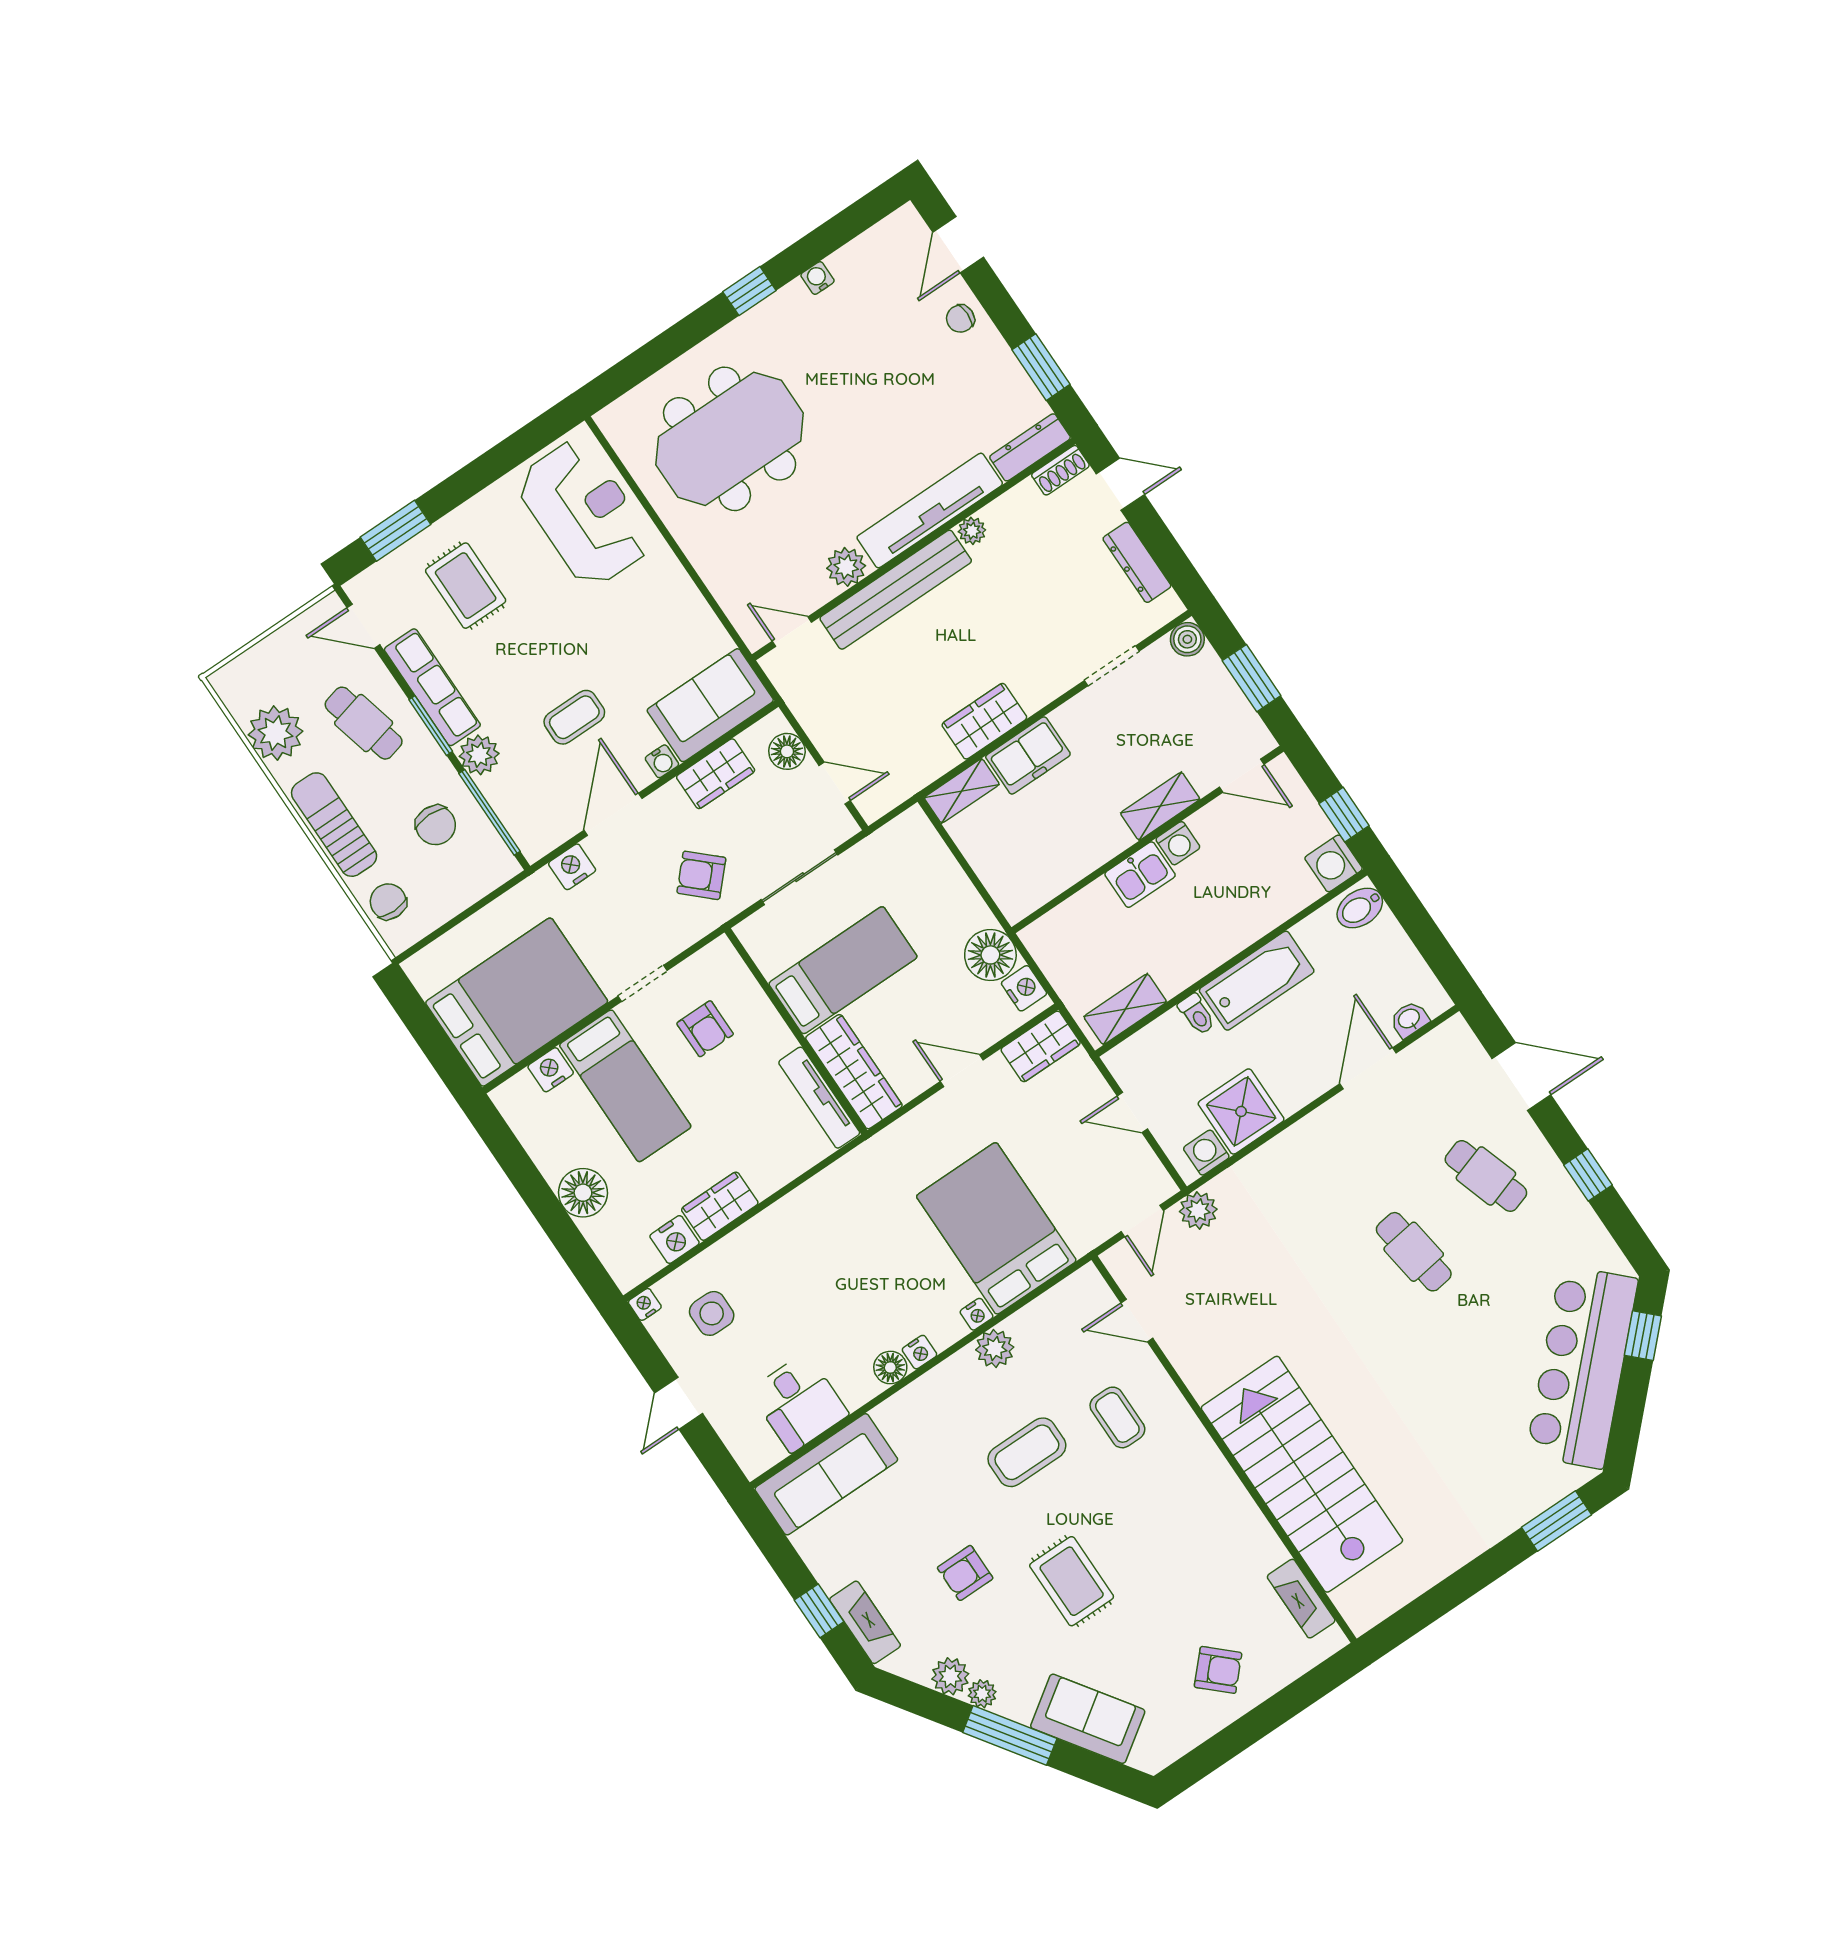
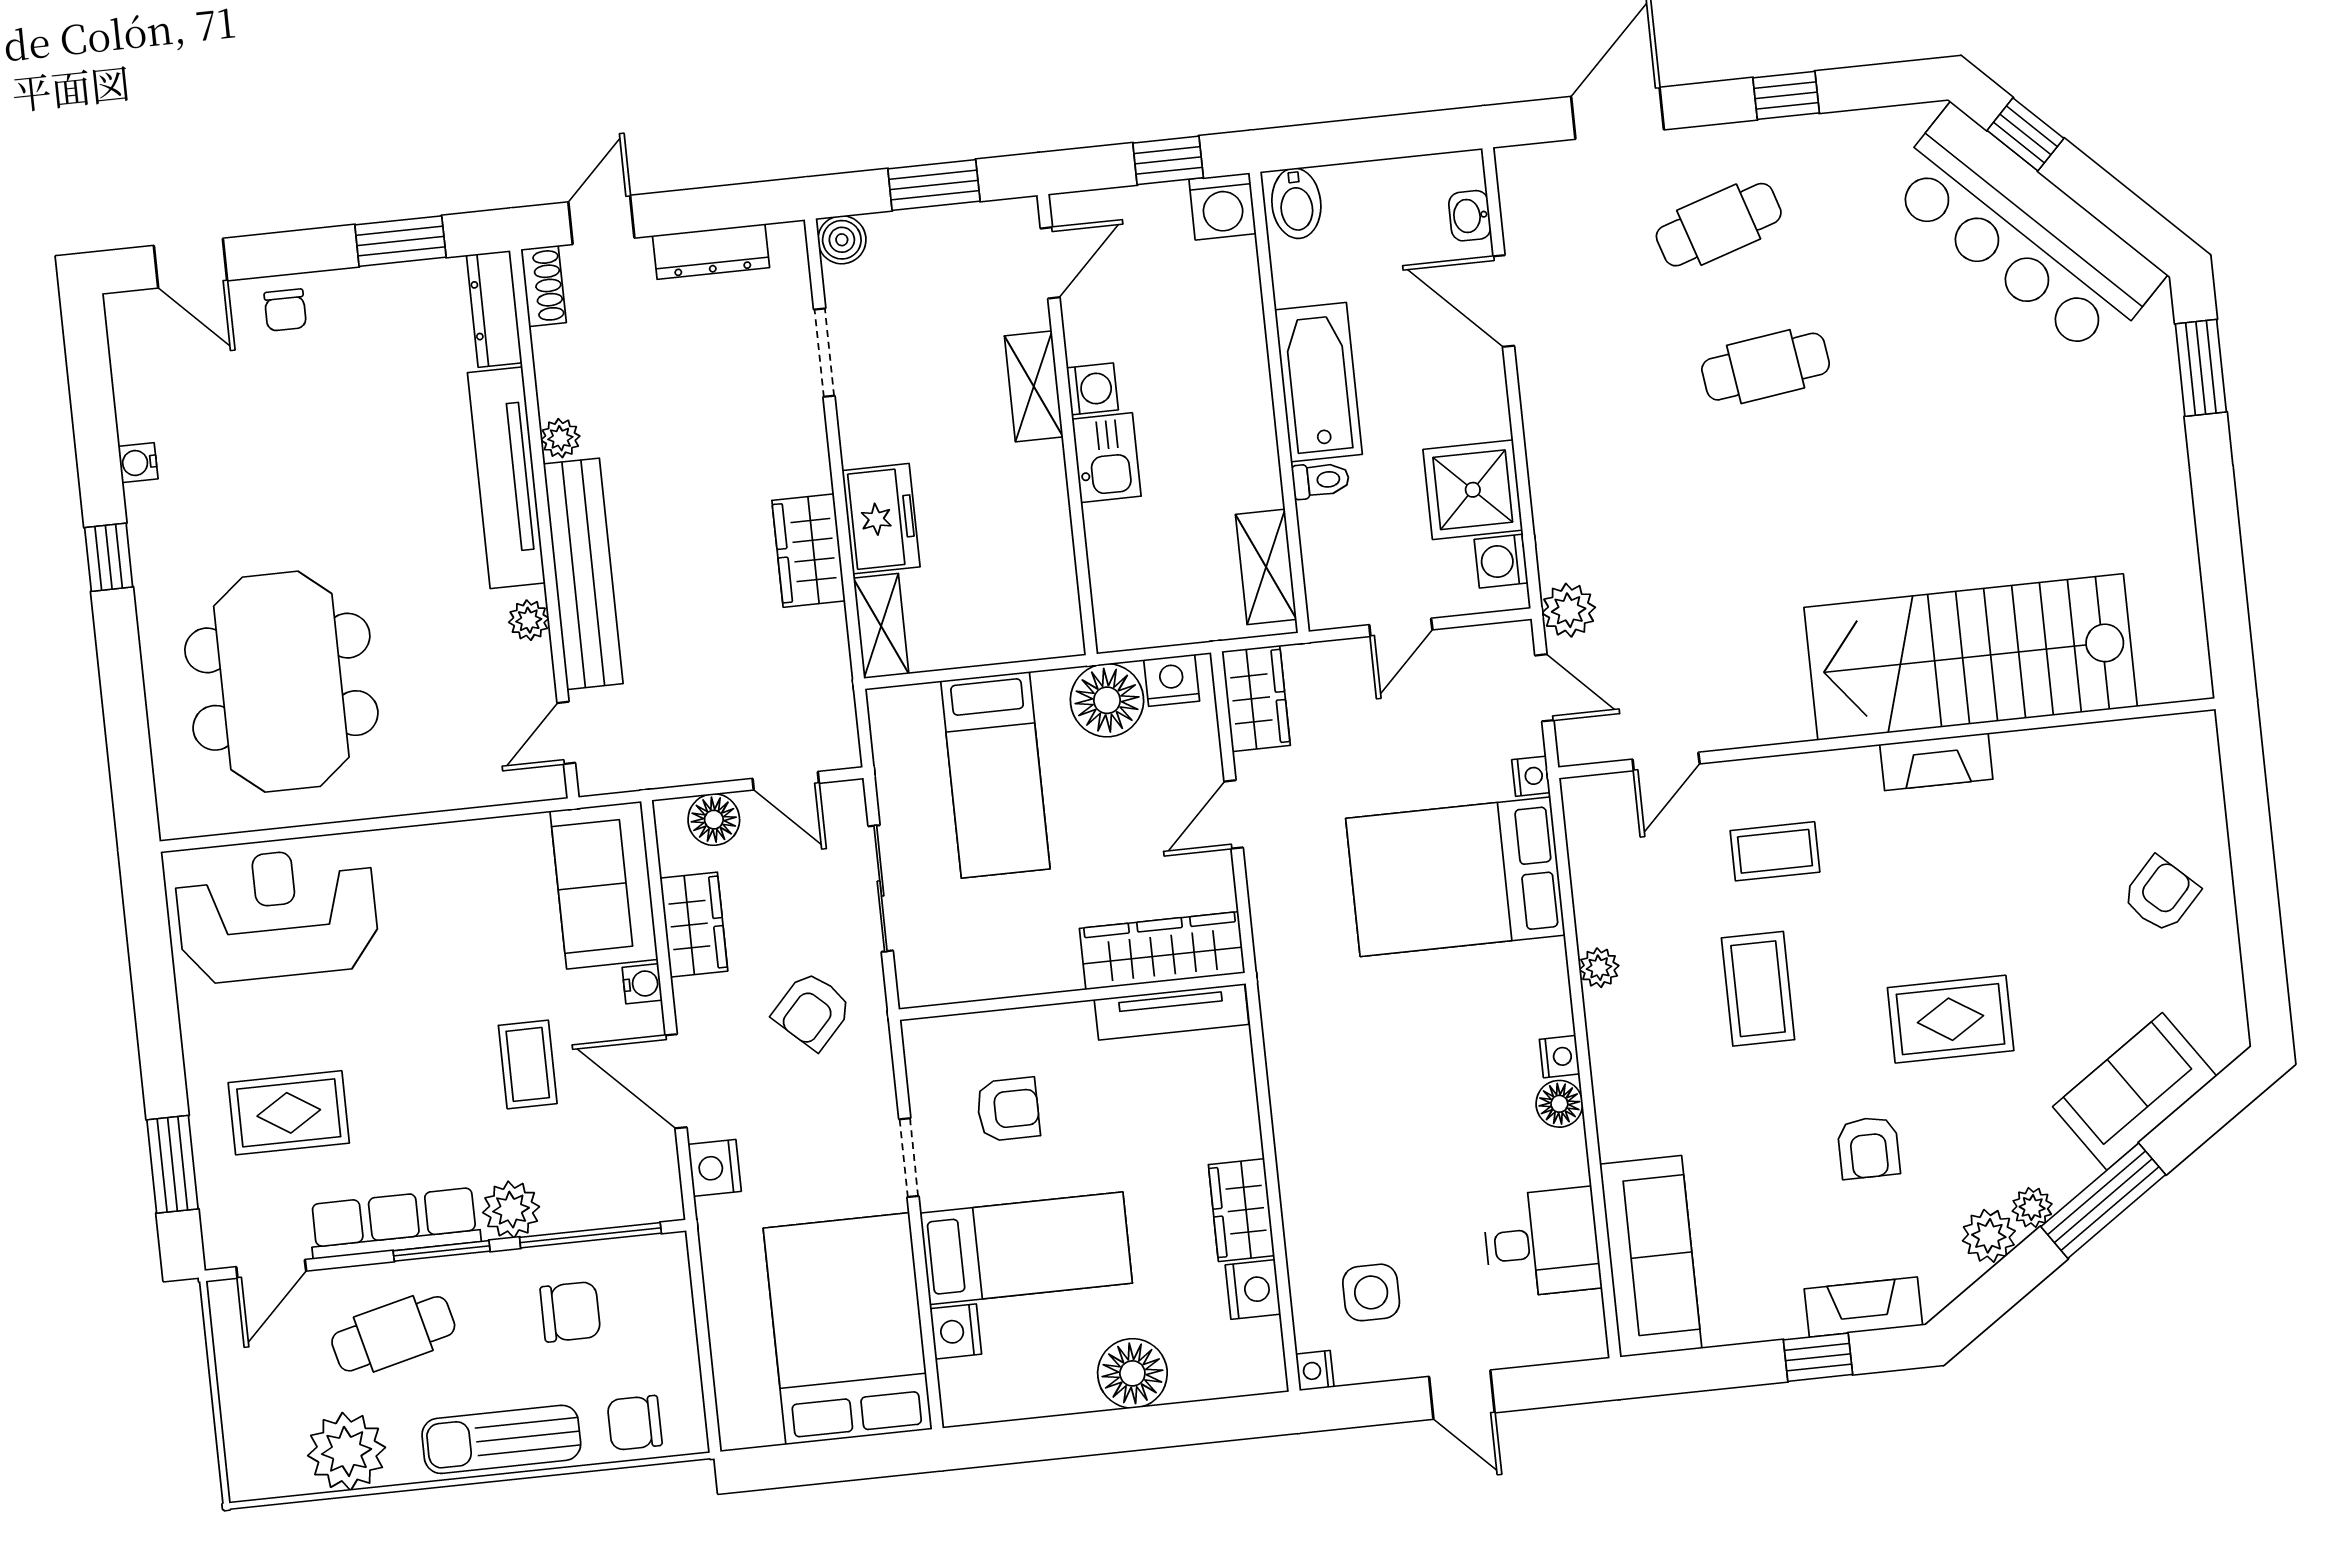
plant: (846, 567) -> (529, 620), width x0.73, depth x0.73
door: (835, 783) -> (786, 781), swing flipped
bed: (843, 970) -> (995, 775), moved, turned 180
nightstand: (977, 1314) -> (1531, 776), moved
plant: (995, 1349) -> (1599, 968), width x0.73, depth x0.73
fireplace: (1301, 1599) -> (1936, 762), moved

